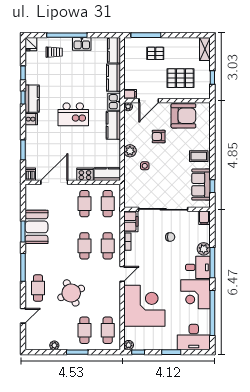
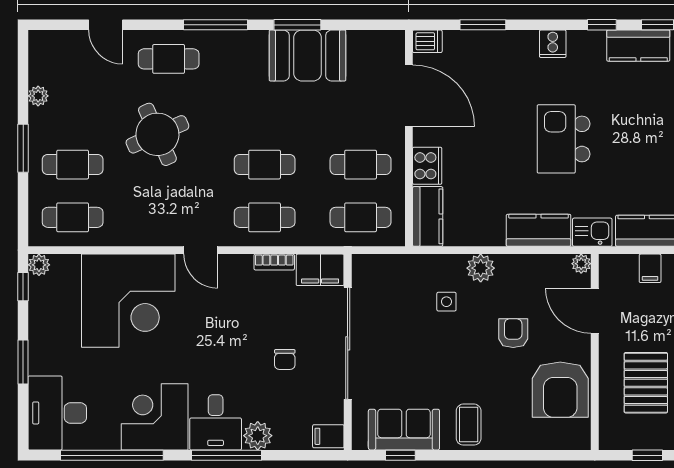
filing cabinet: (130, 94) -> (650, 268), moved
kitchen counter: (32, 99) -> (638, 46), moved

